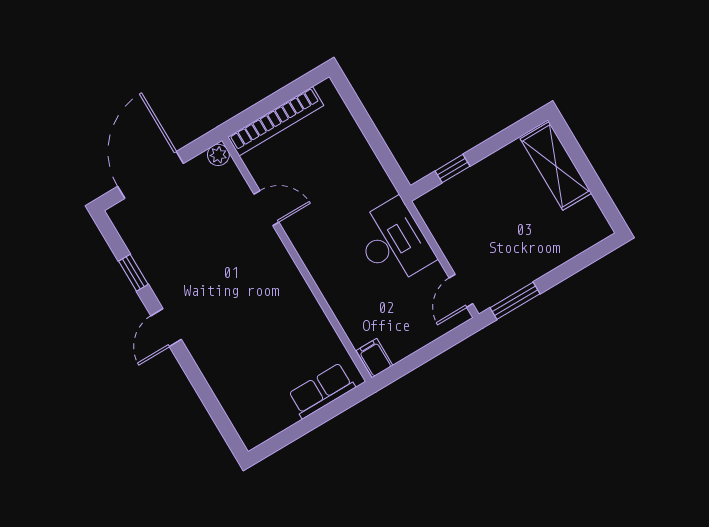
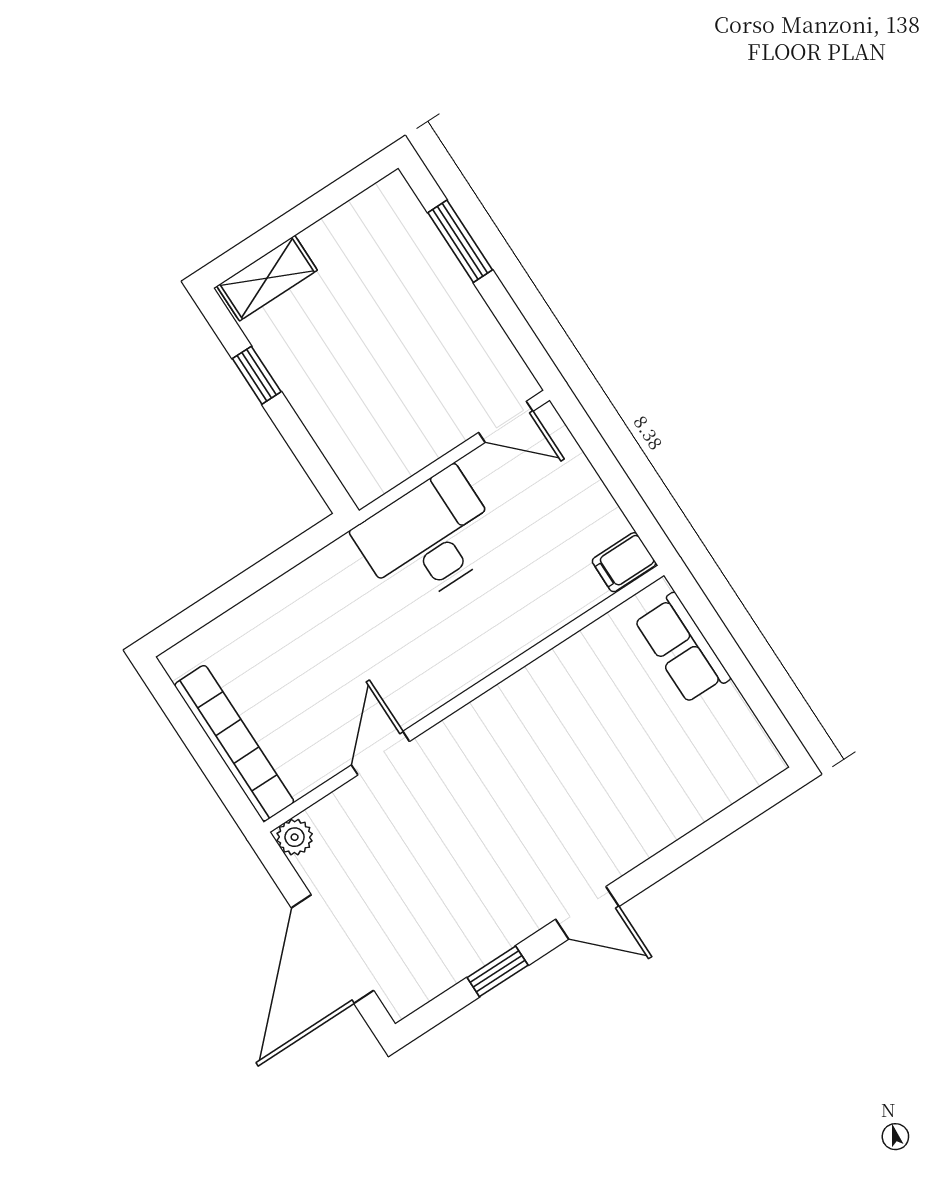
shelving: (556, 166) -> (267, 278), width x0.67, depth x0.75
window: (453, 169) -> (257, 375), moved
door: (151, 175) -> (332, 949), hinge flipped
window: (515, 301) -> (460, 241), moved

